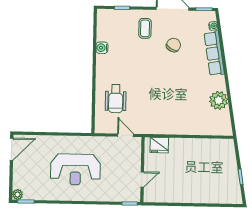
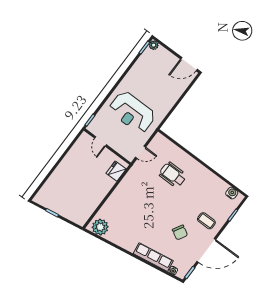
water cooler: (102, 48) -> (232, 193), moved
wheelchair: (116, 99) -> (173, 175), moved
plant: (219, 100) -> (100, 227), moved
door: (12, 149) -> (189, 64), hinge flipped
reception desk: (75, 169) -> (132, 112), moved, turned -90

